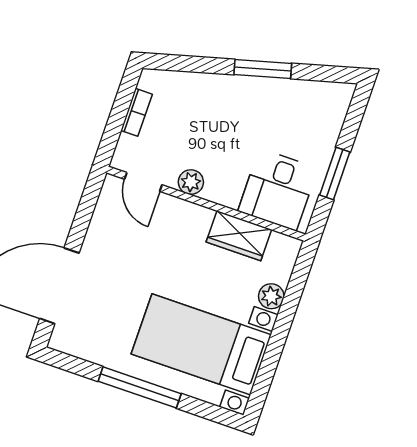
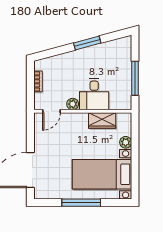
window: (335, 174) -> (135, 78), width x1.44
door: (143, 182) -> (52, 111), hinge flipped
desk: (278, 190) -> (94, 94), moved

